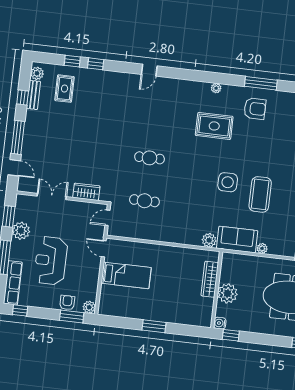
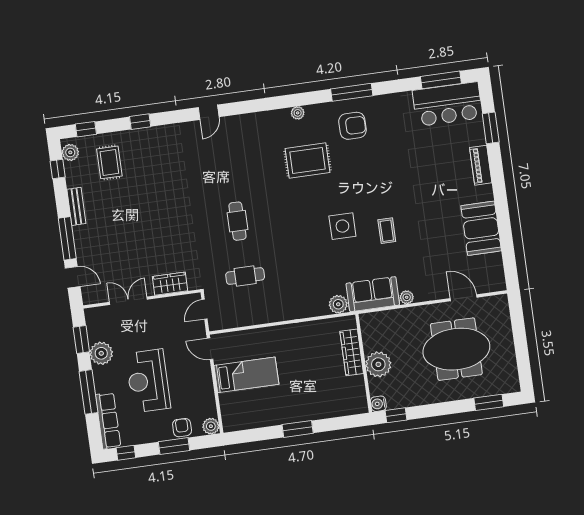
window: (72, 61) -> (86, 129), moved
bench: (33, 95) -> (76, 206), moved
window: (23, 97) -> (58, 169), moved
cafe table: (150, 158) -> (237, 221), turned 90
coffee table: (260, 194) -> (387, 231), width x0.54, depth x0.58
window: (72, 317) -> (174, 446), moved

